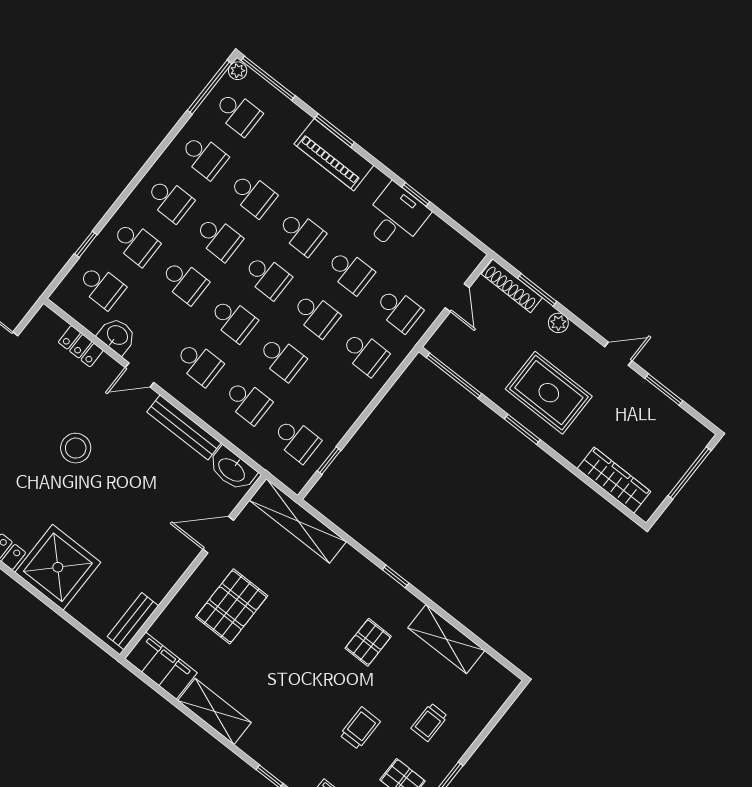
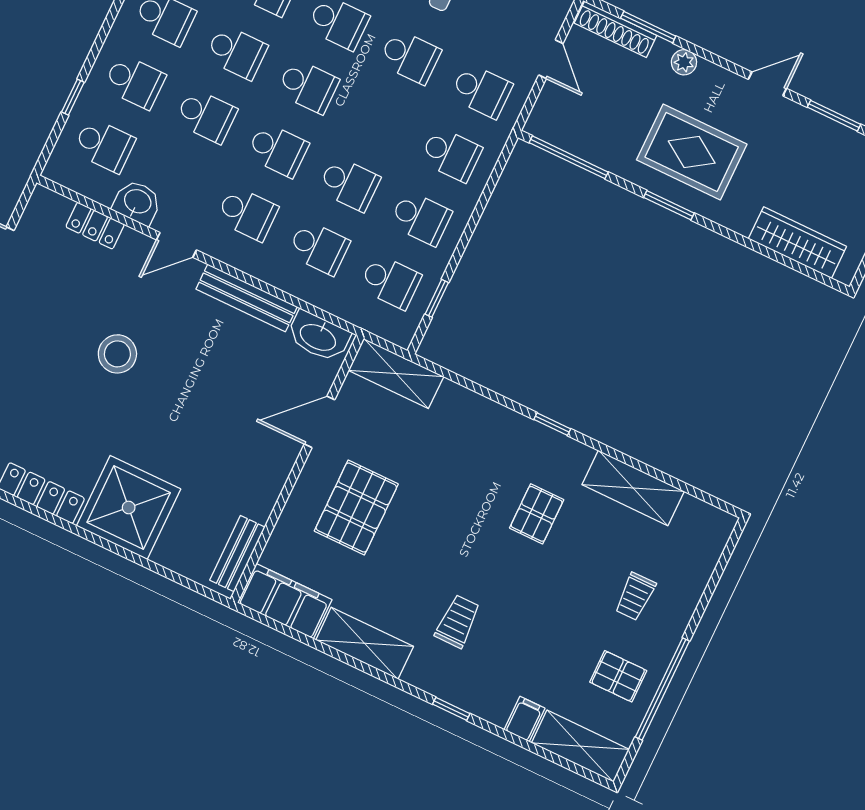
school desk: (316, 315) -> (421, 218), moved
shelving: (298, 521) -> (396, 373), width x0.68
trolley: (360, 728) -> (458, 621), moved

